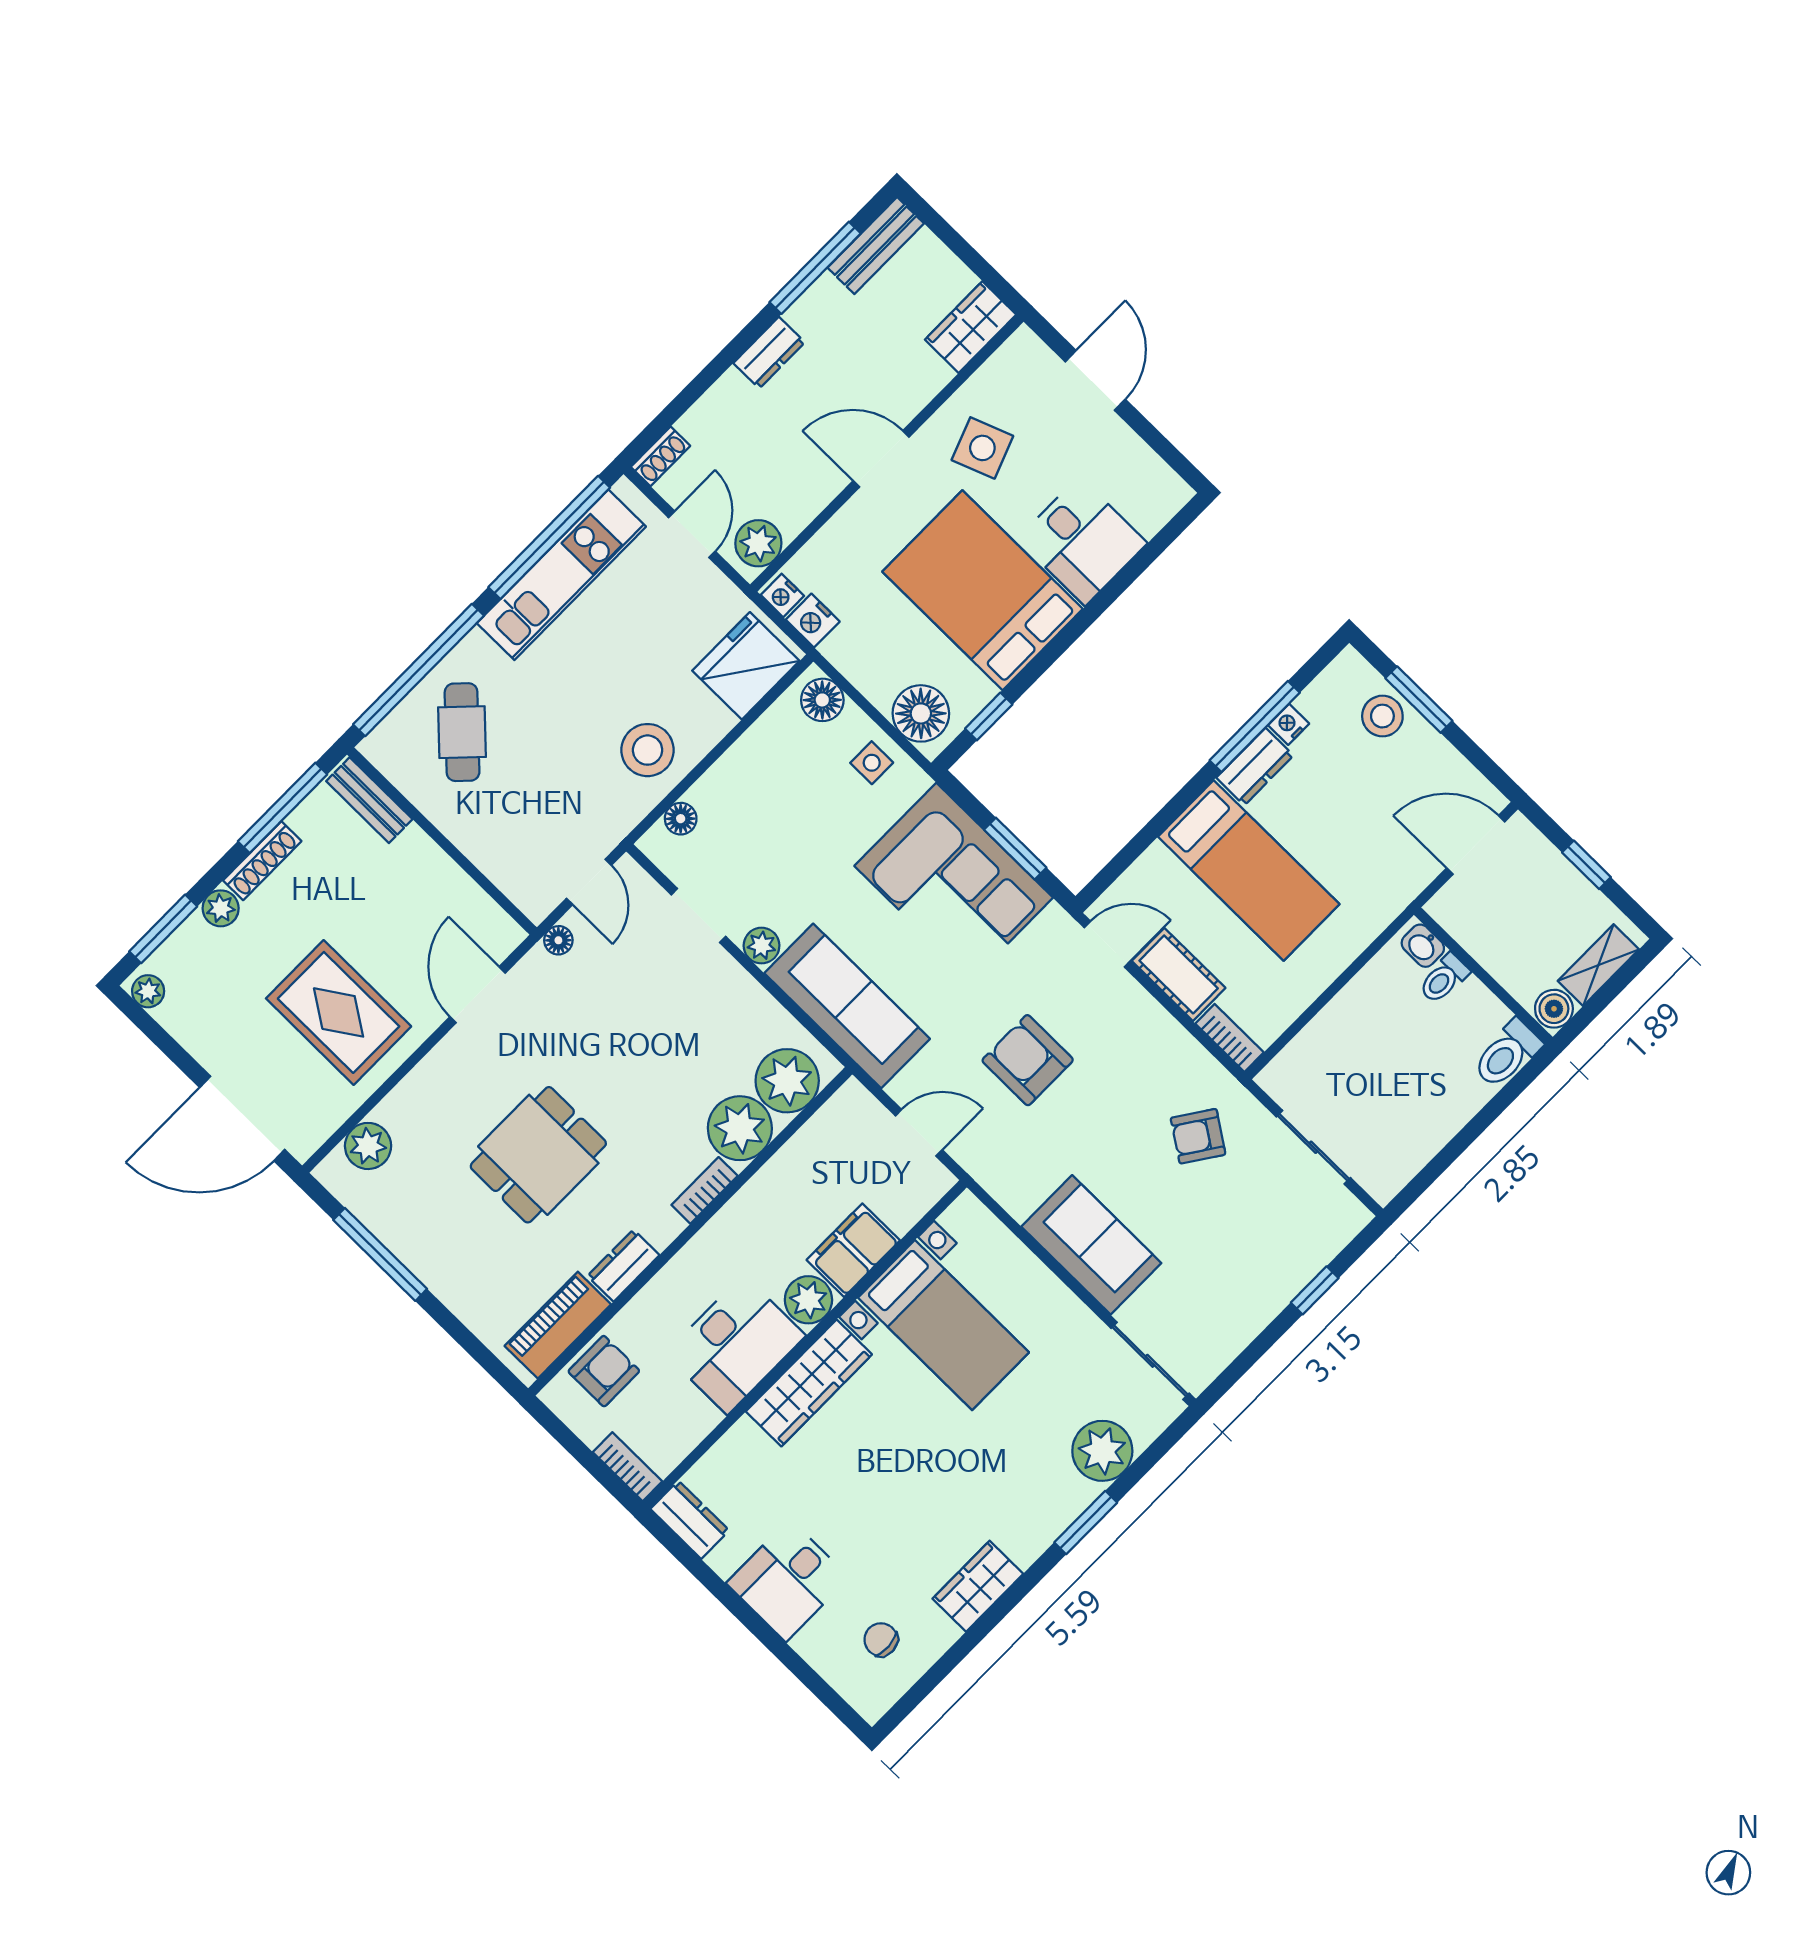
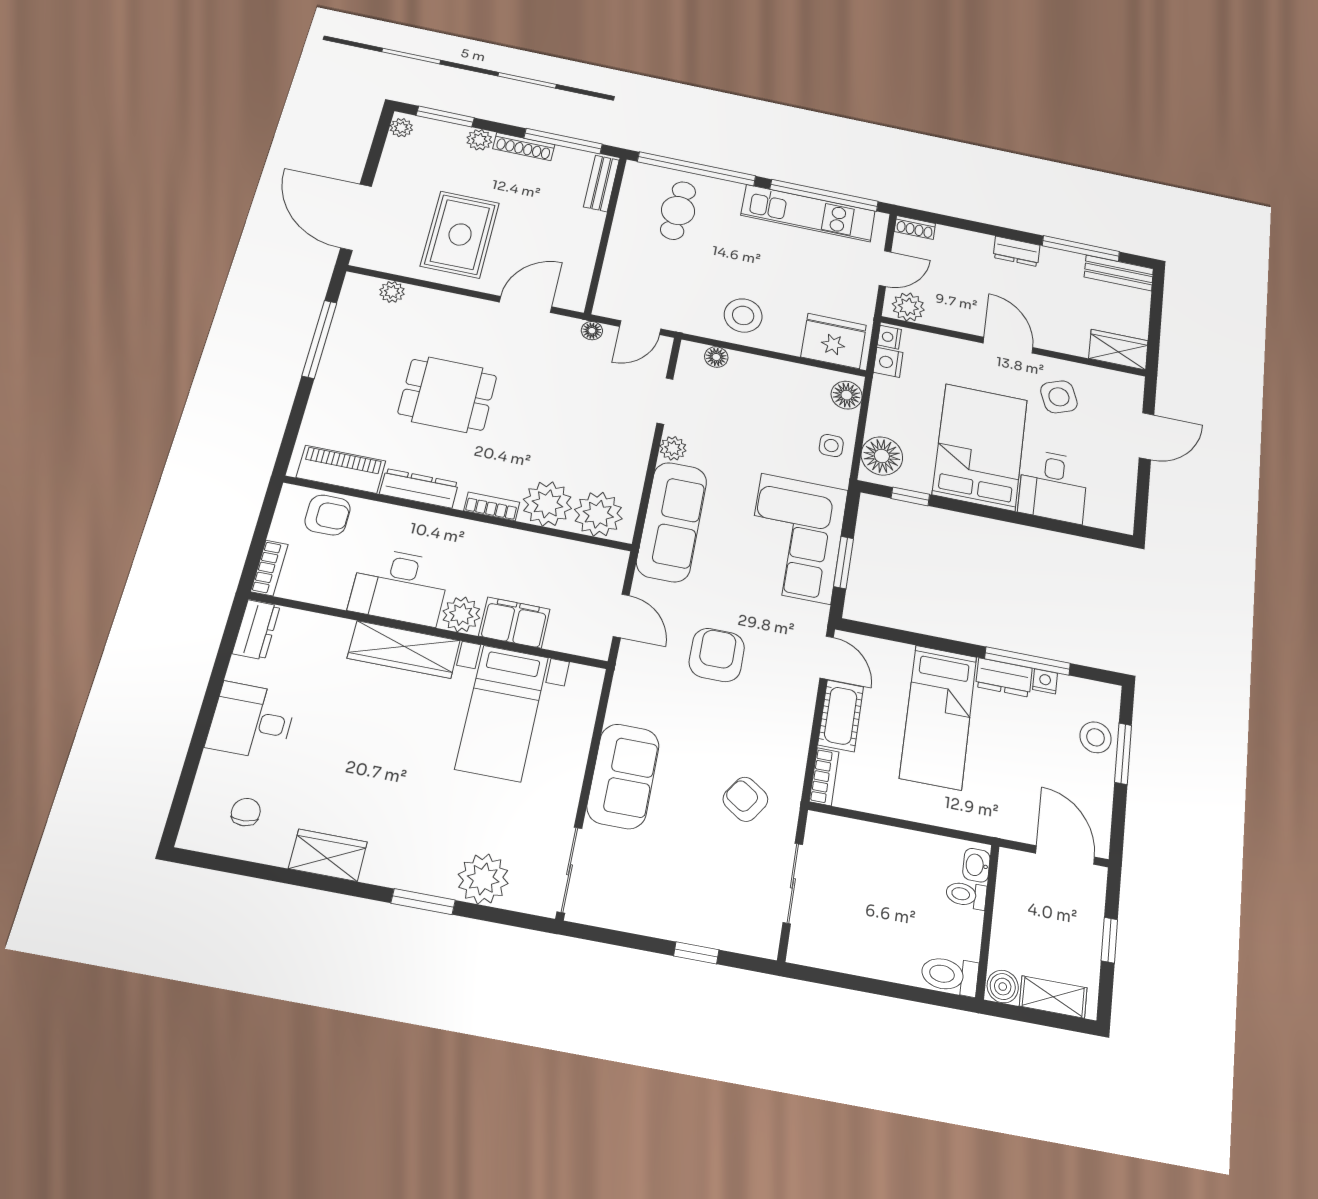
cafe table: (462, 732) -> (678, 211), turned -40
plant: (368, 1146) -> (392, 292), width x0.73, depth x0.73
dresser: (623, 1266) -> (419, 488), width x1.44

